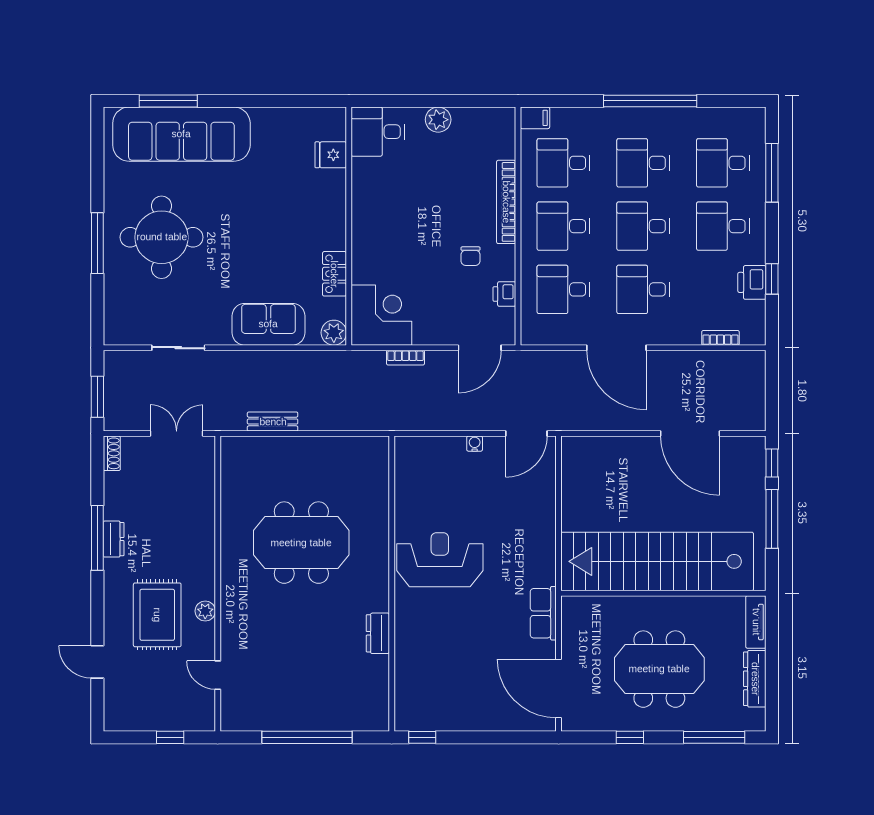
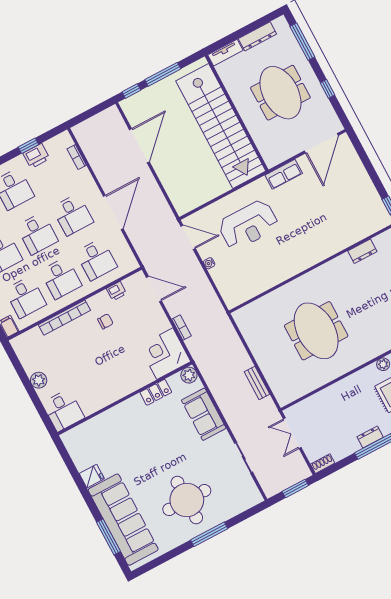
fridge: (331, 155) -> (92, 476), moved, turned -90
reception desk: (440, 560) -> (248, 225), moved, turned -90
dresser: (378, 633) -> (362, 251), moved

